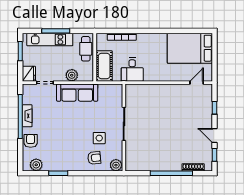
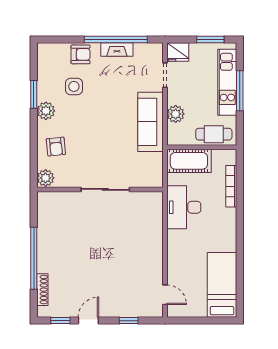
bed: (190, 48) -> (222, 285), width x0.67
desk: (132, 70) -> (184, 207), width x1.37
side table: (99, 138) -> (74, 86), moved
plant: (36, 165) -> (46, 111), moved

